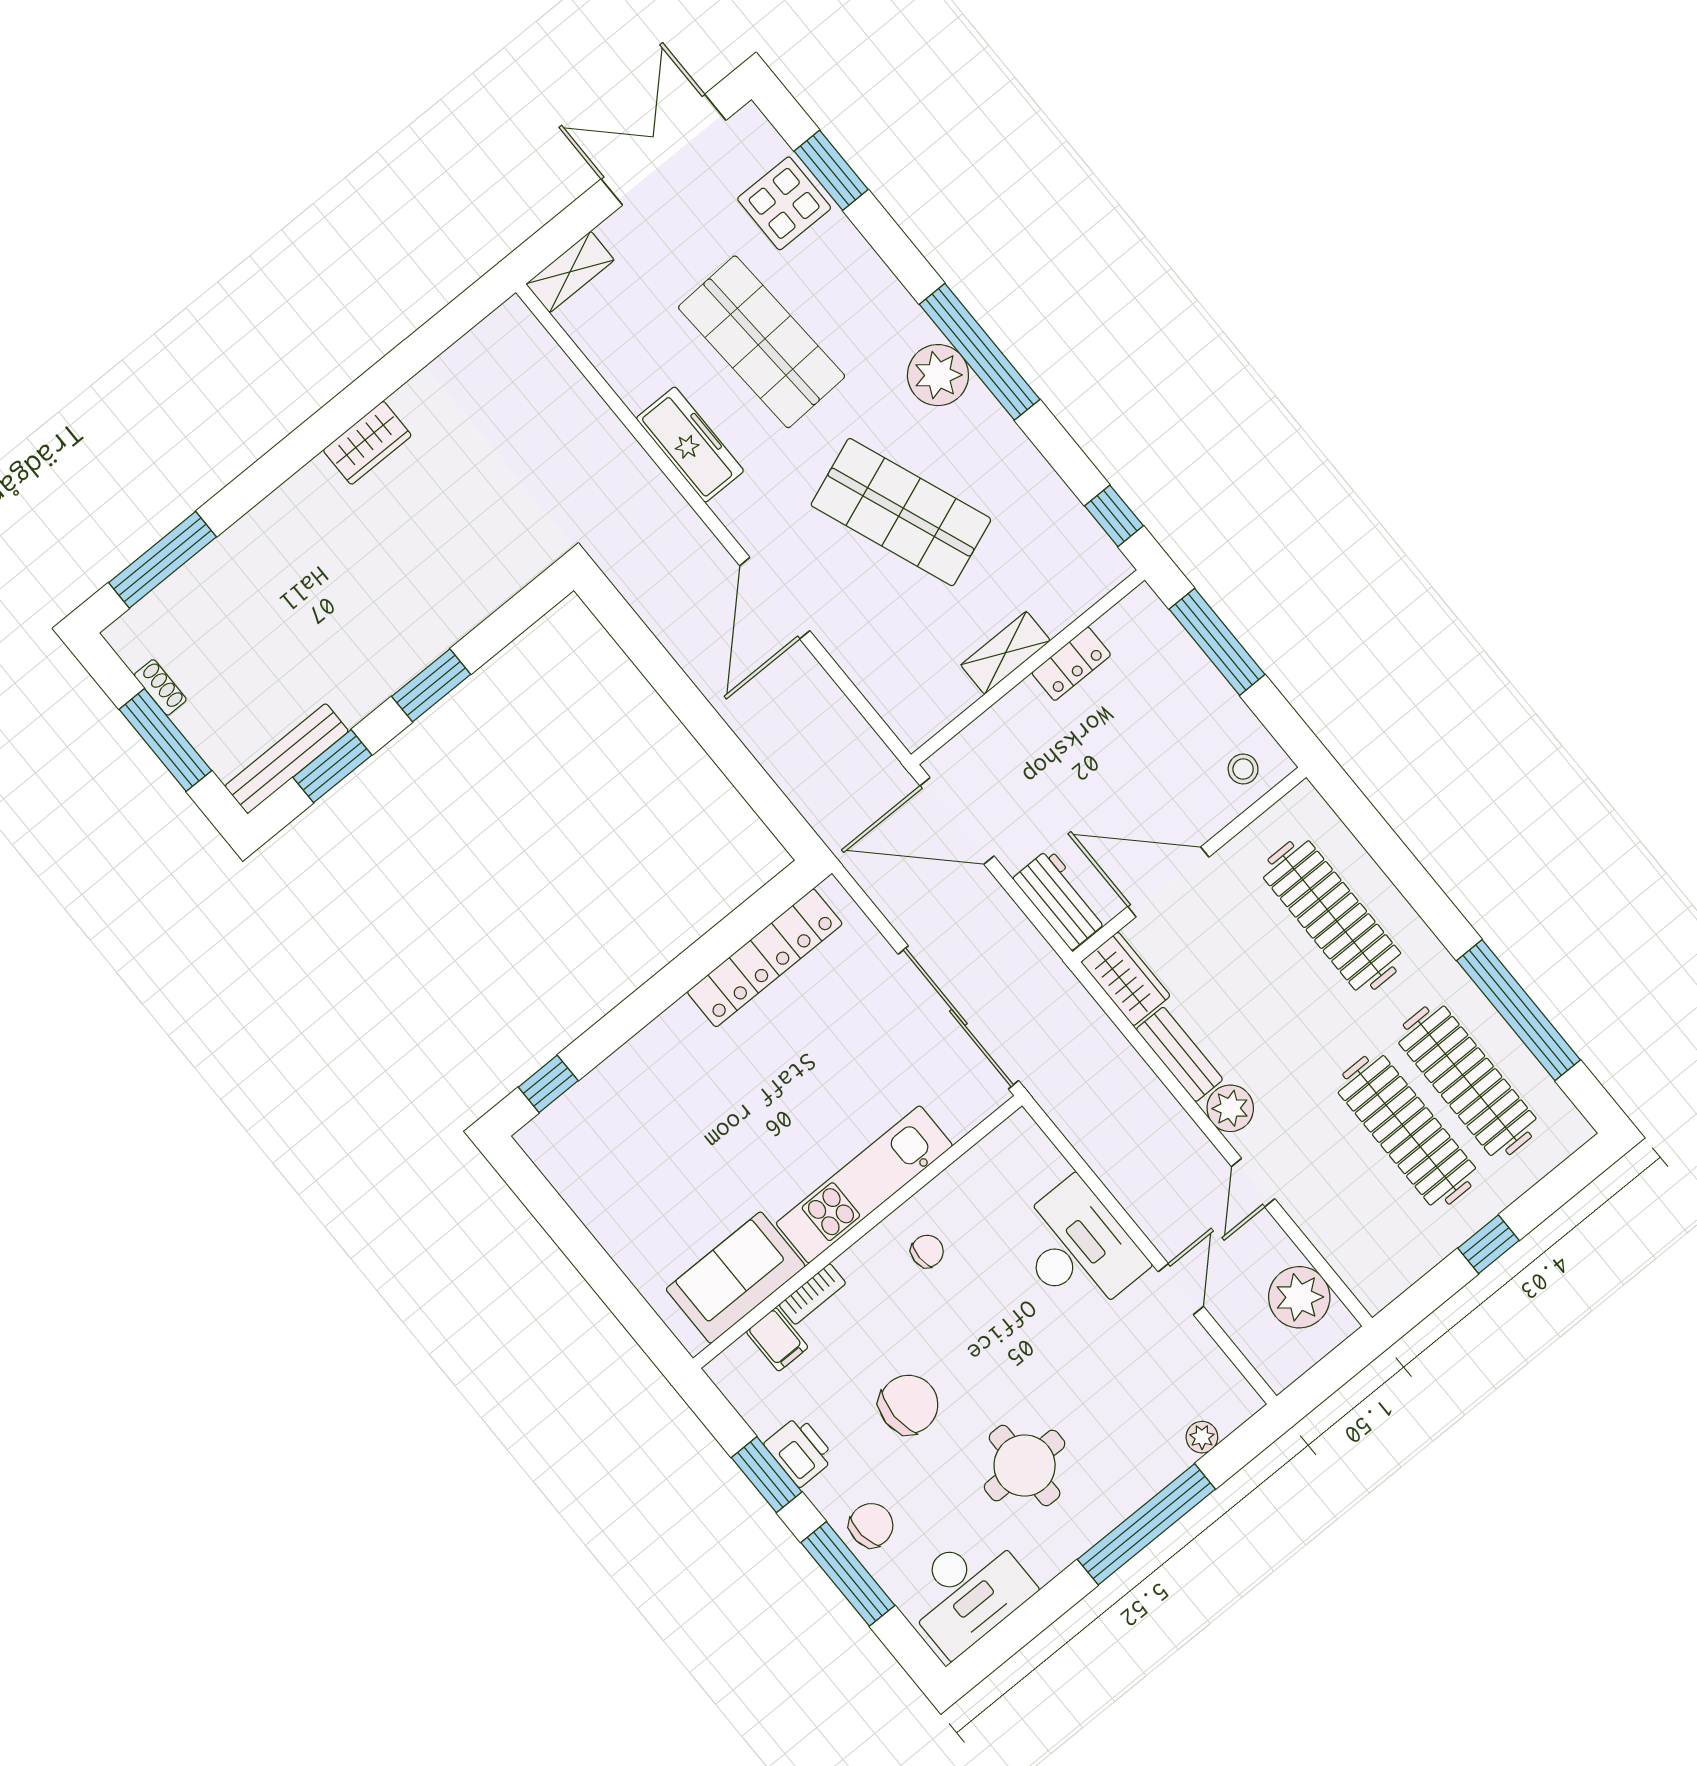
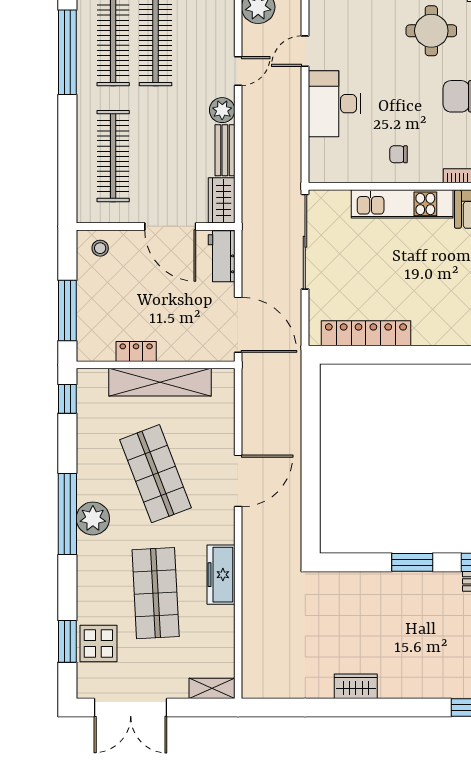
shelving: (1005, 653) -> (160, 382), width x2.20, depth x1.33

